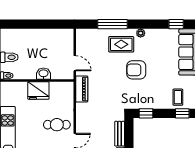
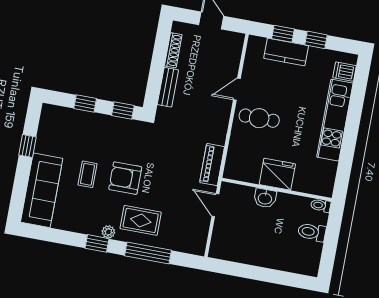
window: (176, 24) -> (97, 243), moved
armchair: (136, 70) -> (125, 178), turned 180
coffee table: (178, 97) -> (88, 174), moved
window: (182, 113) -> (85, 104), moved

